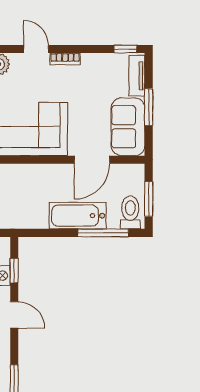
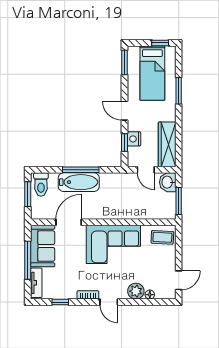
window: (125, 49) -> (60, 302), moved
window: (149, 107) -> (28, 260), width x1.44
window: (103, 233) -> (81, 170), moved

